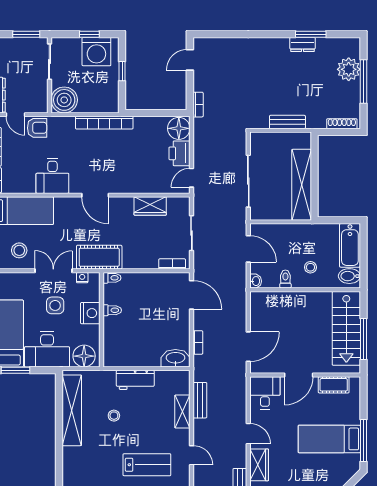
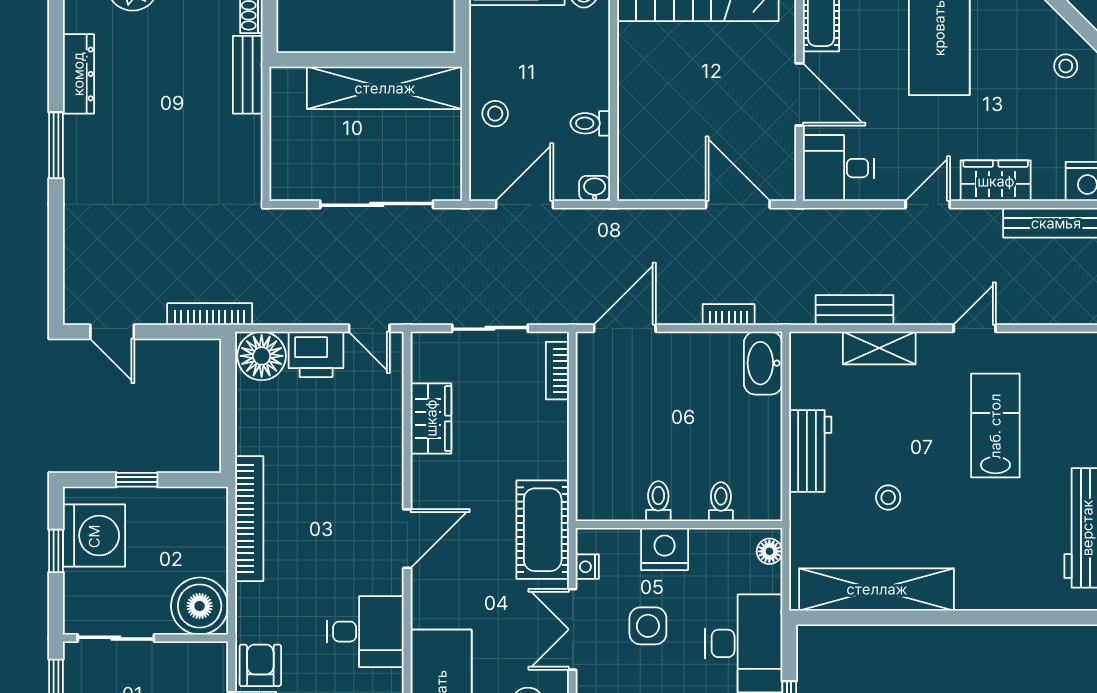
window: (311, 34) -> (56, 145), moved
dresser: (303, 44) -> (78, 74), width x1.44
bookcase: (198, 105) -> (210, 314), width x1.56
bench: (287, 122) -> (248, 75), moved
stool: (310, 267) -> (495, 114), moved
toilet: (112, 278) -> (721, 502), moved
floor lamp: (84, 356) -> (769, 551), width x0.53, depth x0.53

